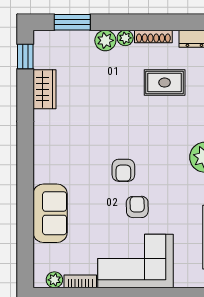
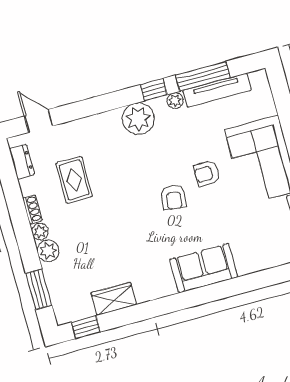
shoe rack: (153, 36) -> (32, 209), width x0.70
armchair: (123, 170) -> (174, 197), turned 97
sofa: (50, 213) -> (204, 268), moved

